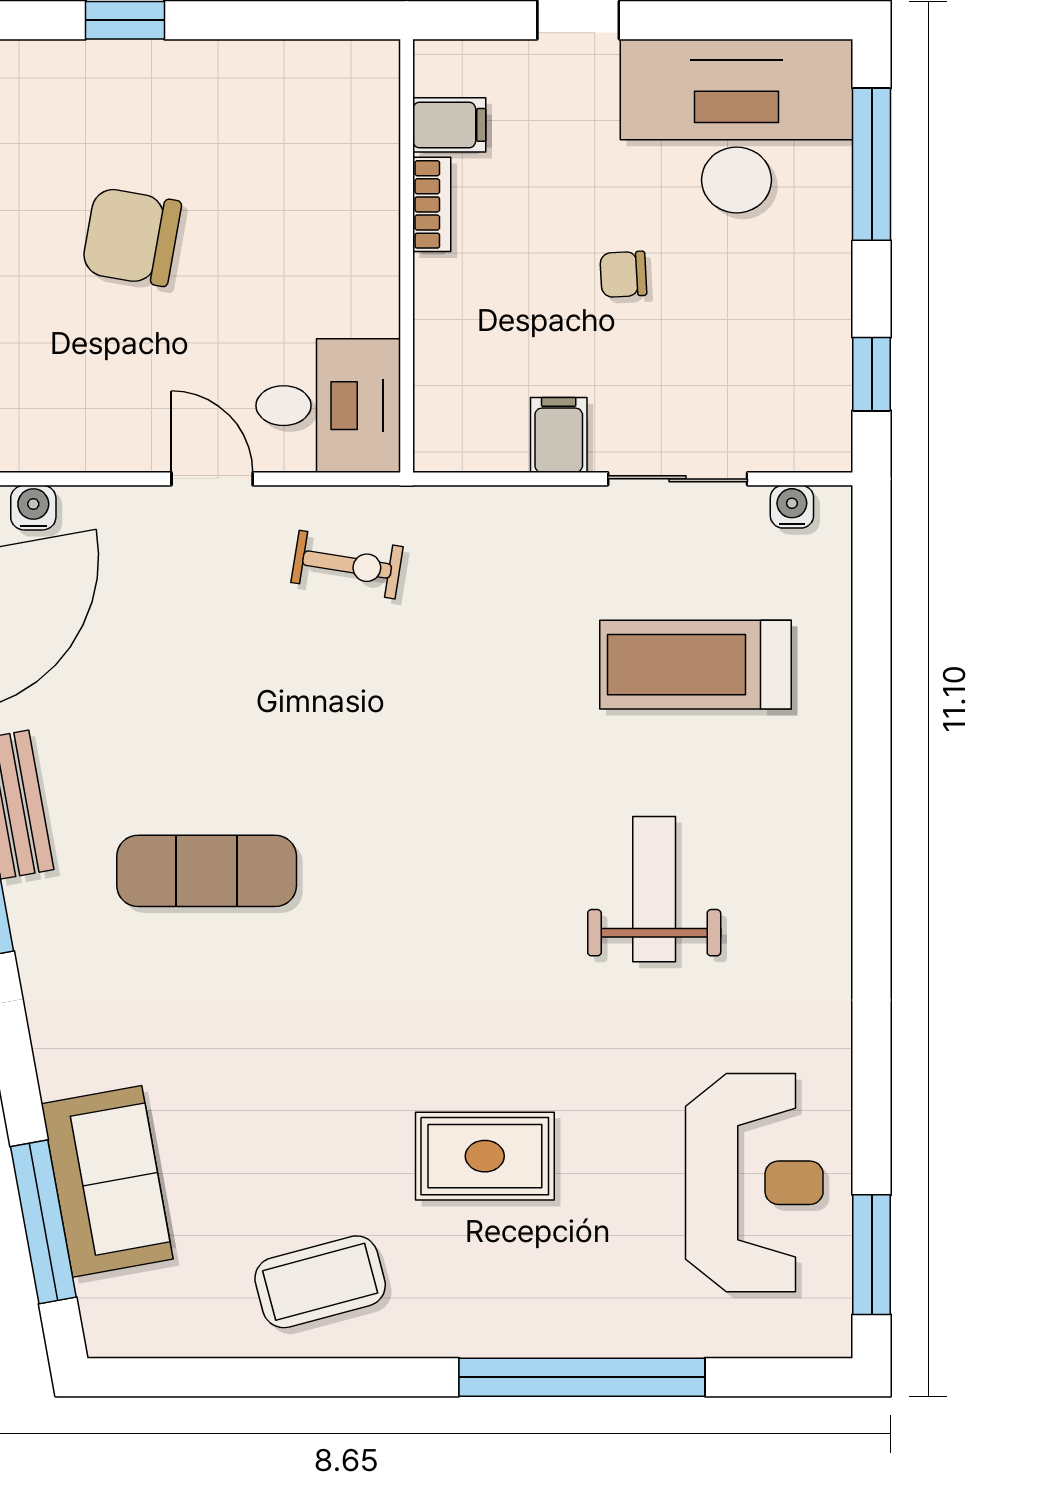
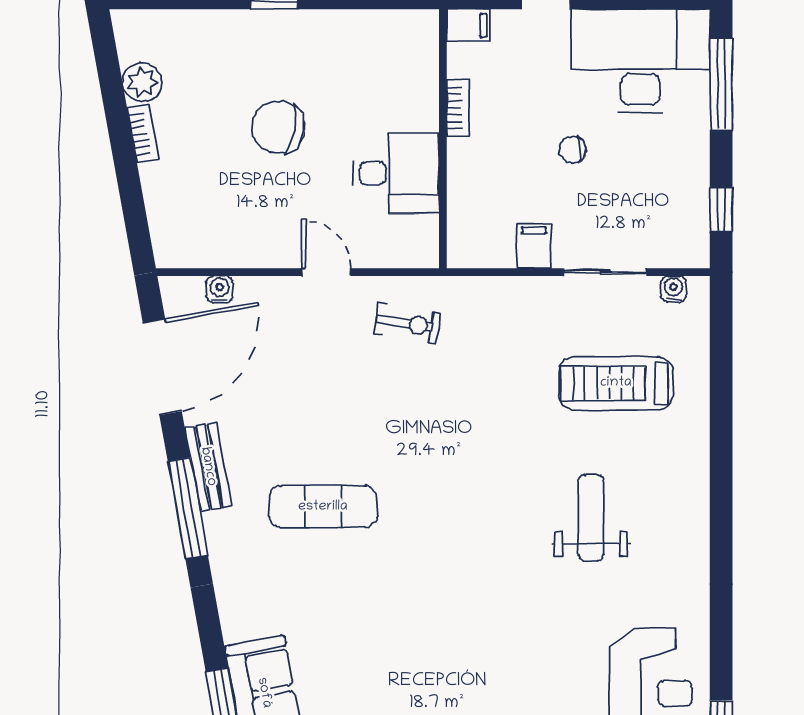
filing cabinet: (449, 125) -> (468, 25), moved
desk: (328, 406) -> (396, 173), moved
rug: (485, 1156) -> (490, 678), removed

